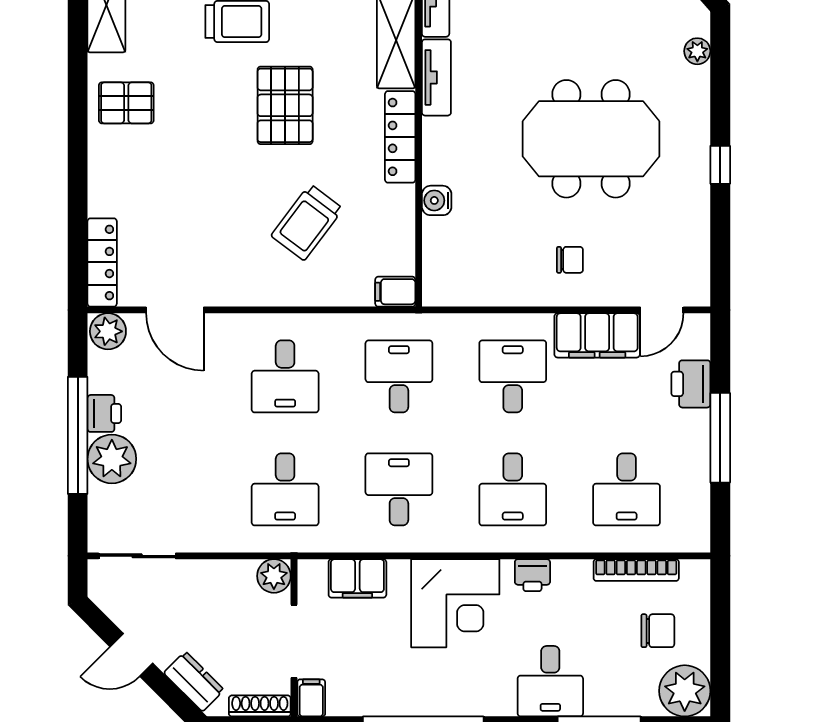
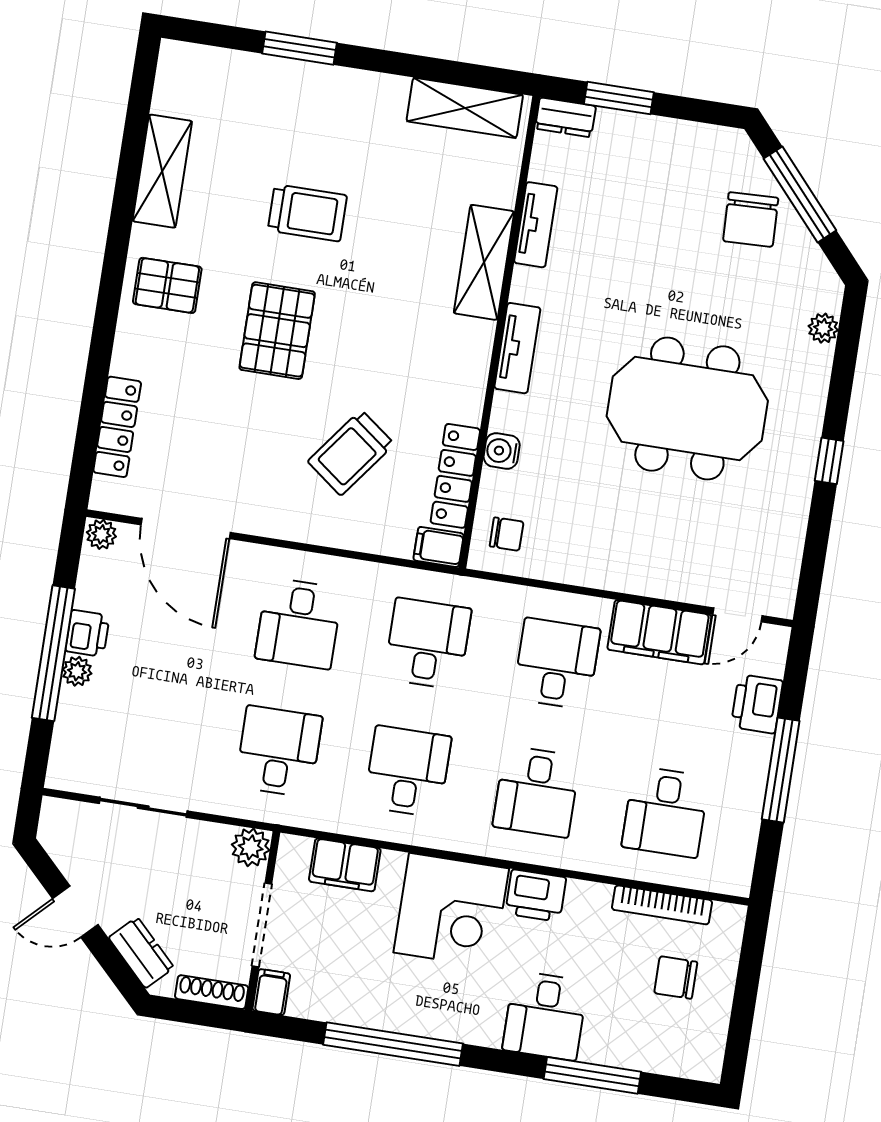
tv unit: (436, 77) -> (517, 348), moved
pallet: (285, 105) -> (277, 331), moved
locker: (400, 137) -> (455, 476), moved
chair: (570, 260) -> (507, 534), moved
locker: (102, 262) -> (117, 427), moved
door: (175, 310) -> (186, 529), width x1.36
plant: (108, 331) -> (101, 534), width x0.73, depth x0.73
plant: (112, 459) -> (77, 671), width x0.53, depth x0.53
desk: (285, 489) -> (279, 751), turned 180
sliding door: (137, 556) -> (143, 807), moved
printer: (532, 575) -> (536, 896), width x1.36, depth x1.24
chair: (658, 631) -> (676, 977), turned 180
plant: (685, 691) -> (696, 1050), removed

